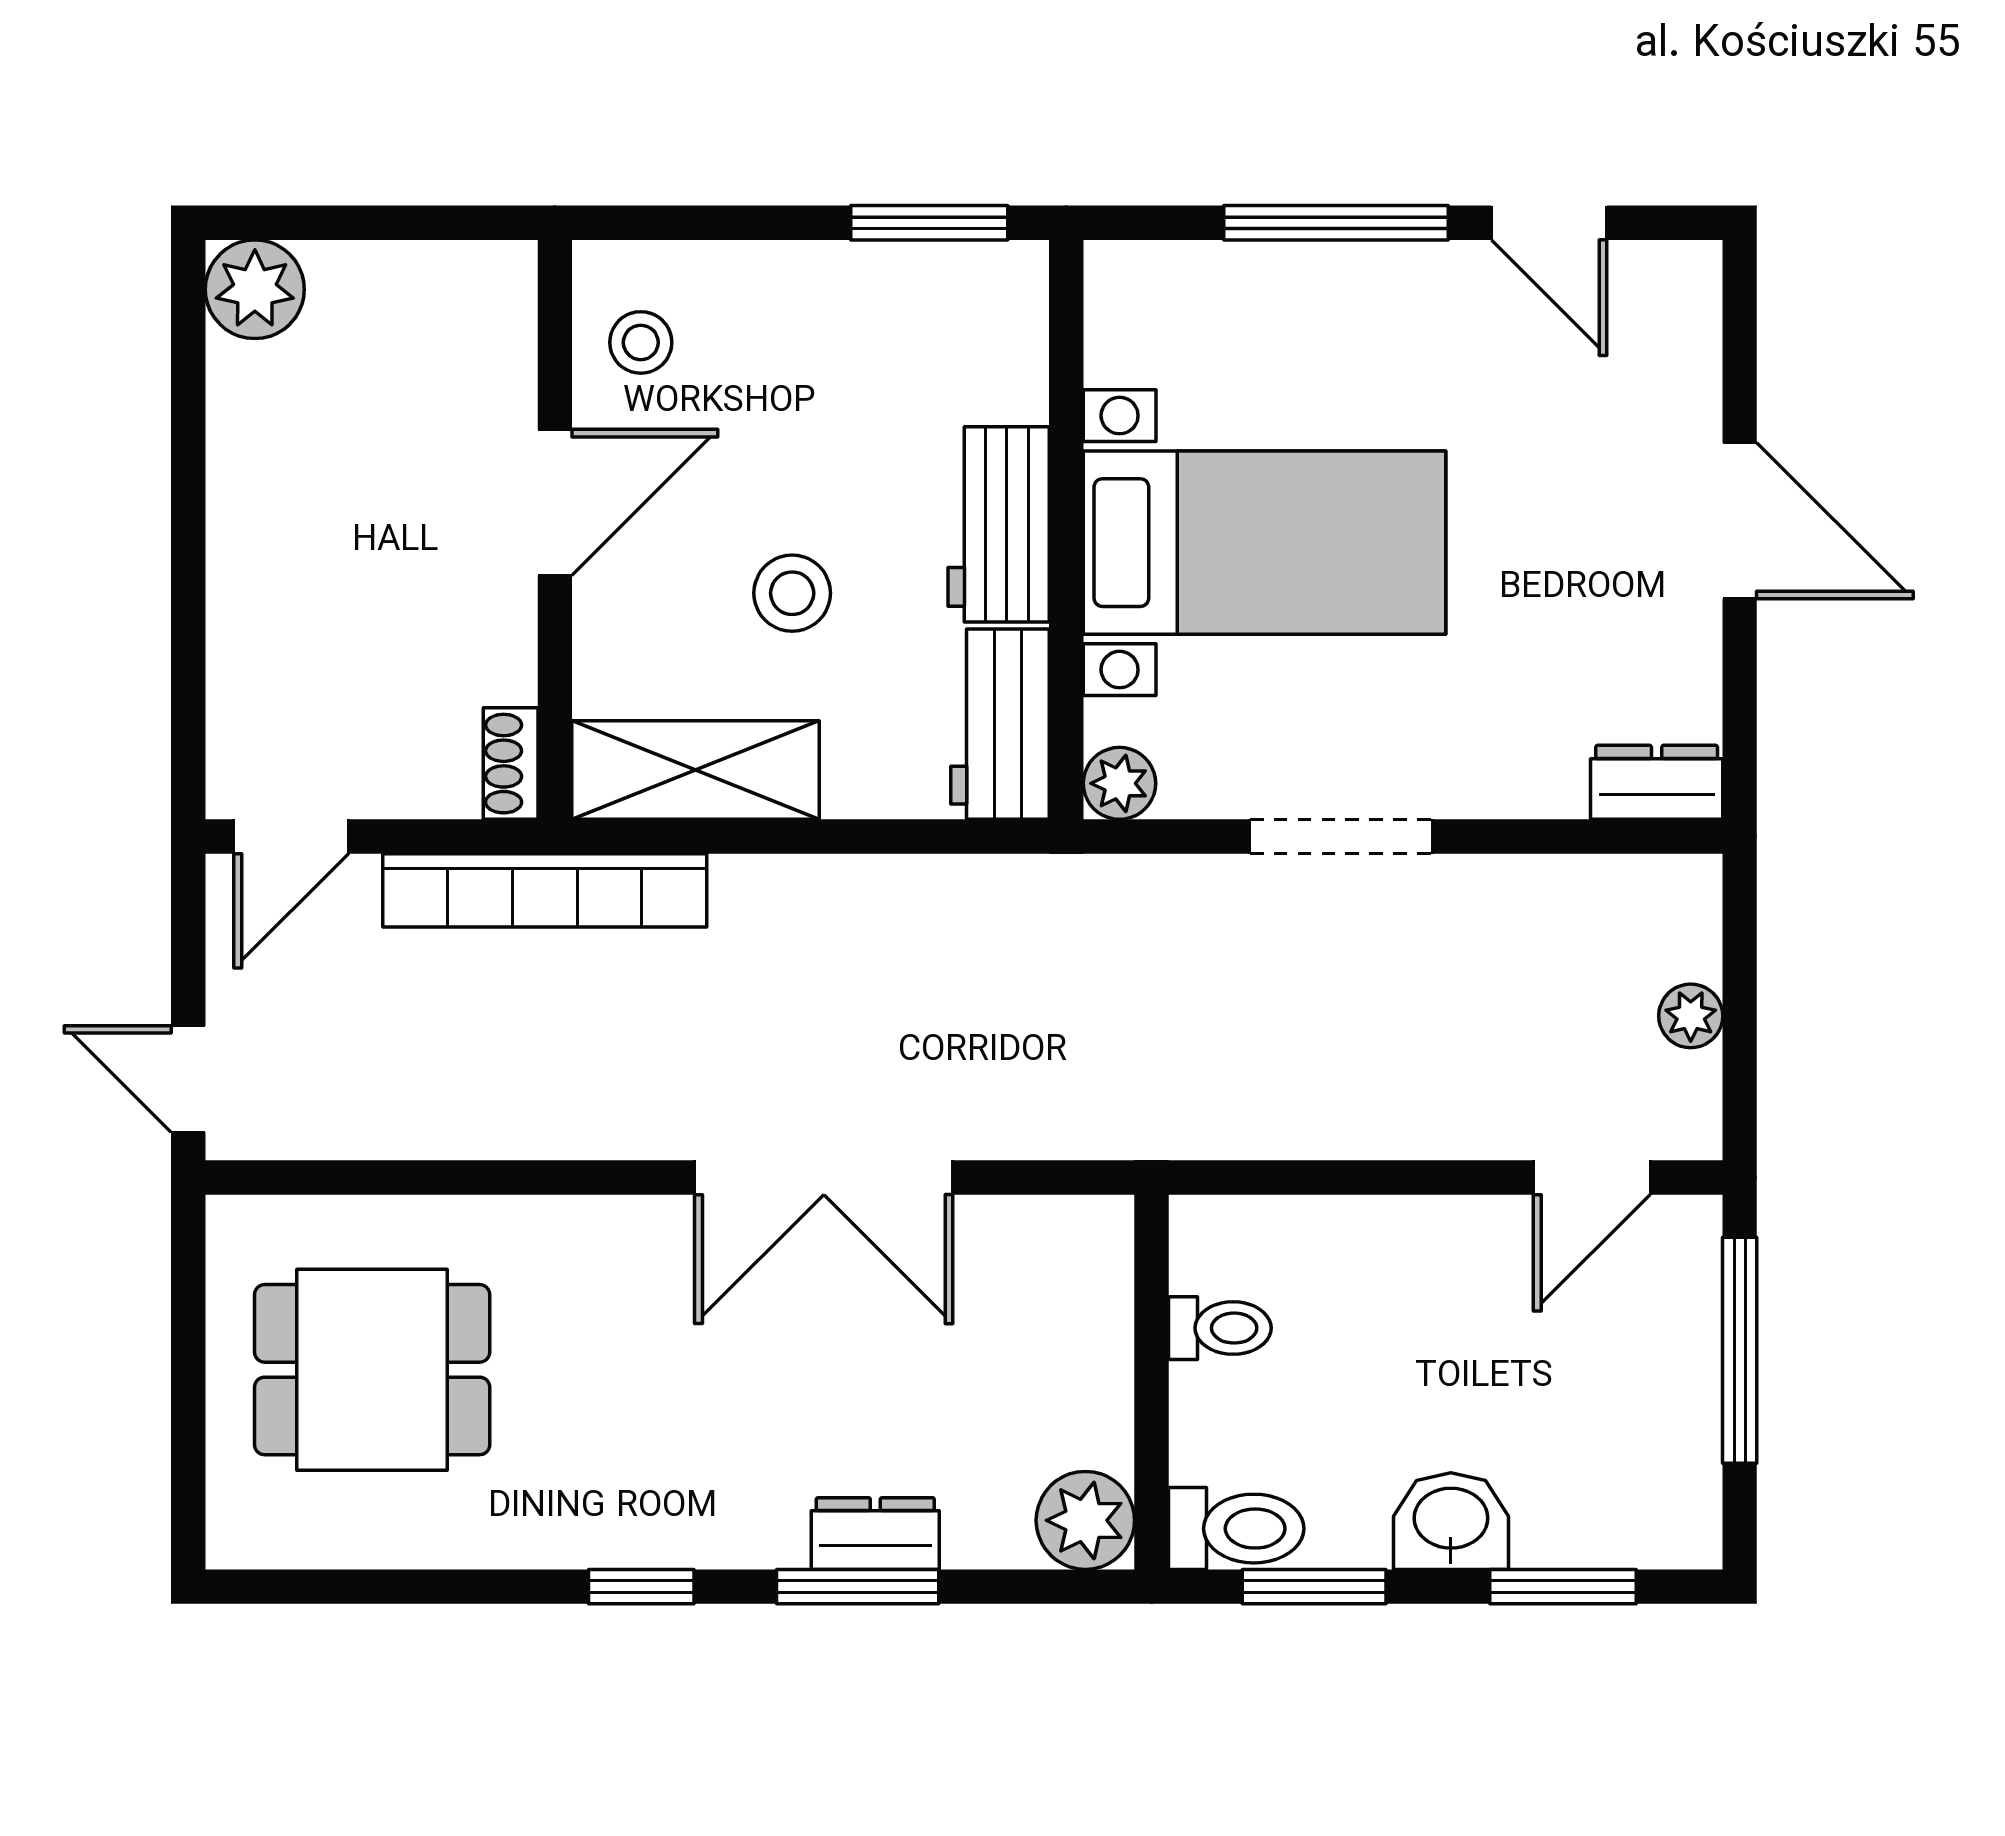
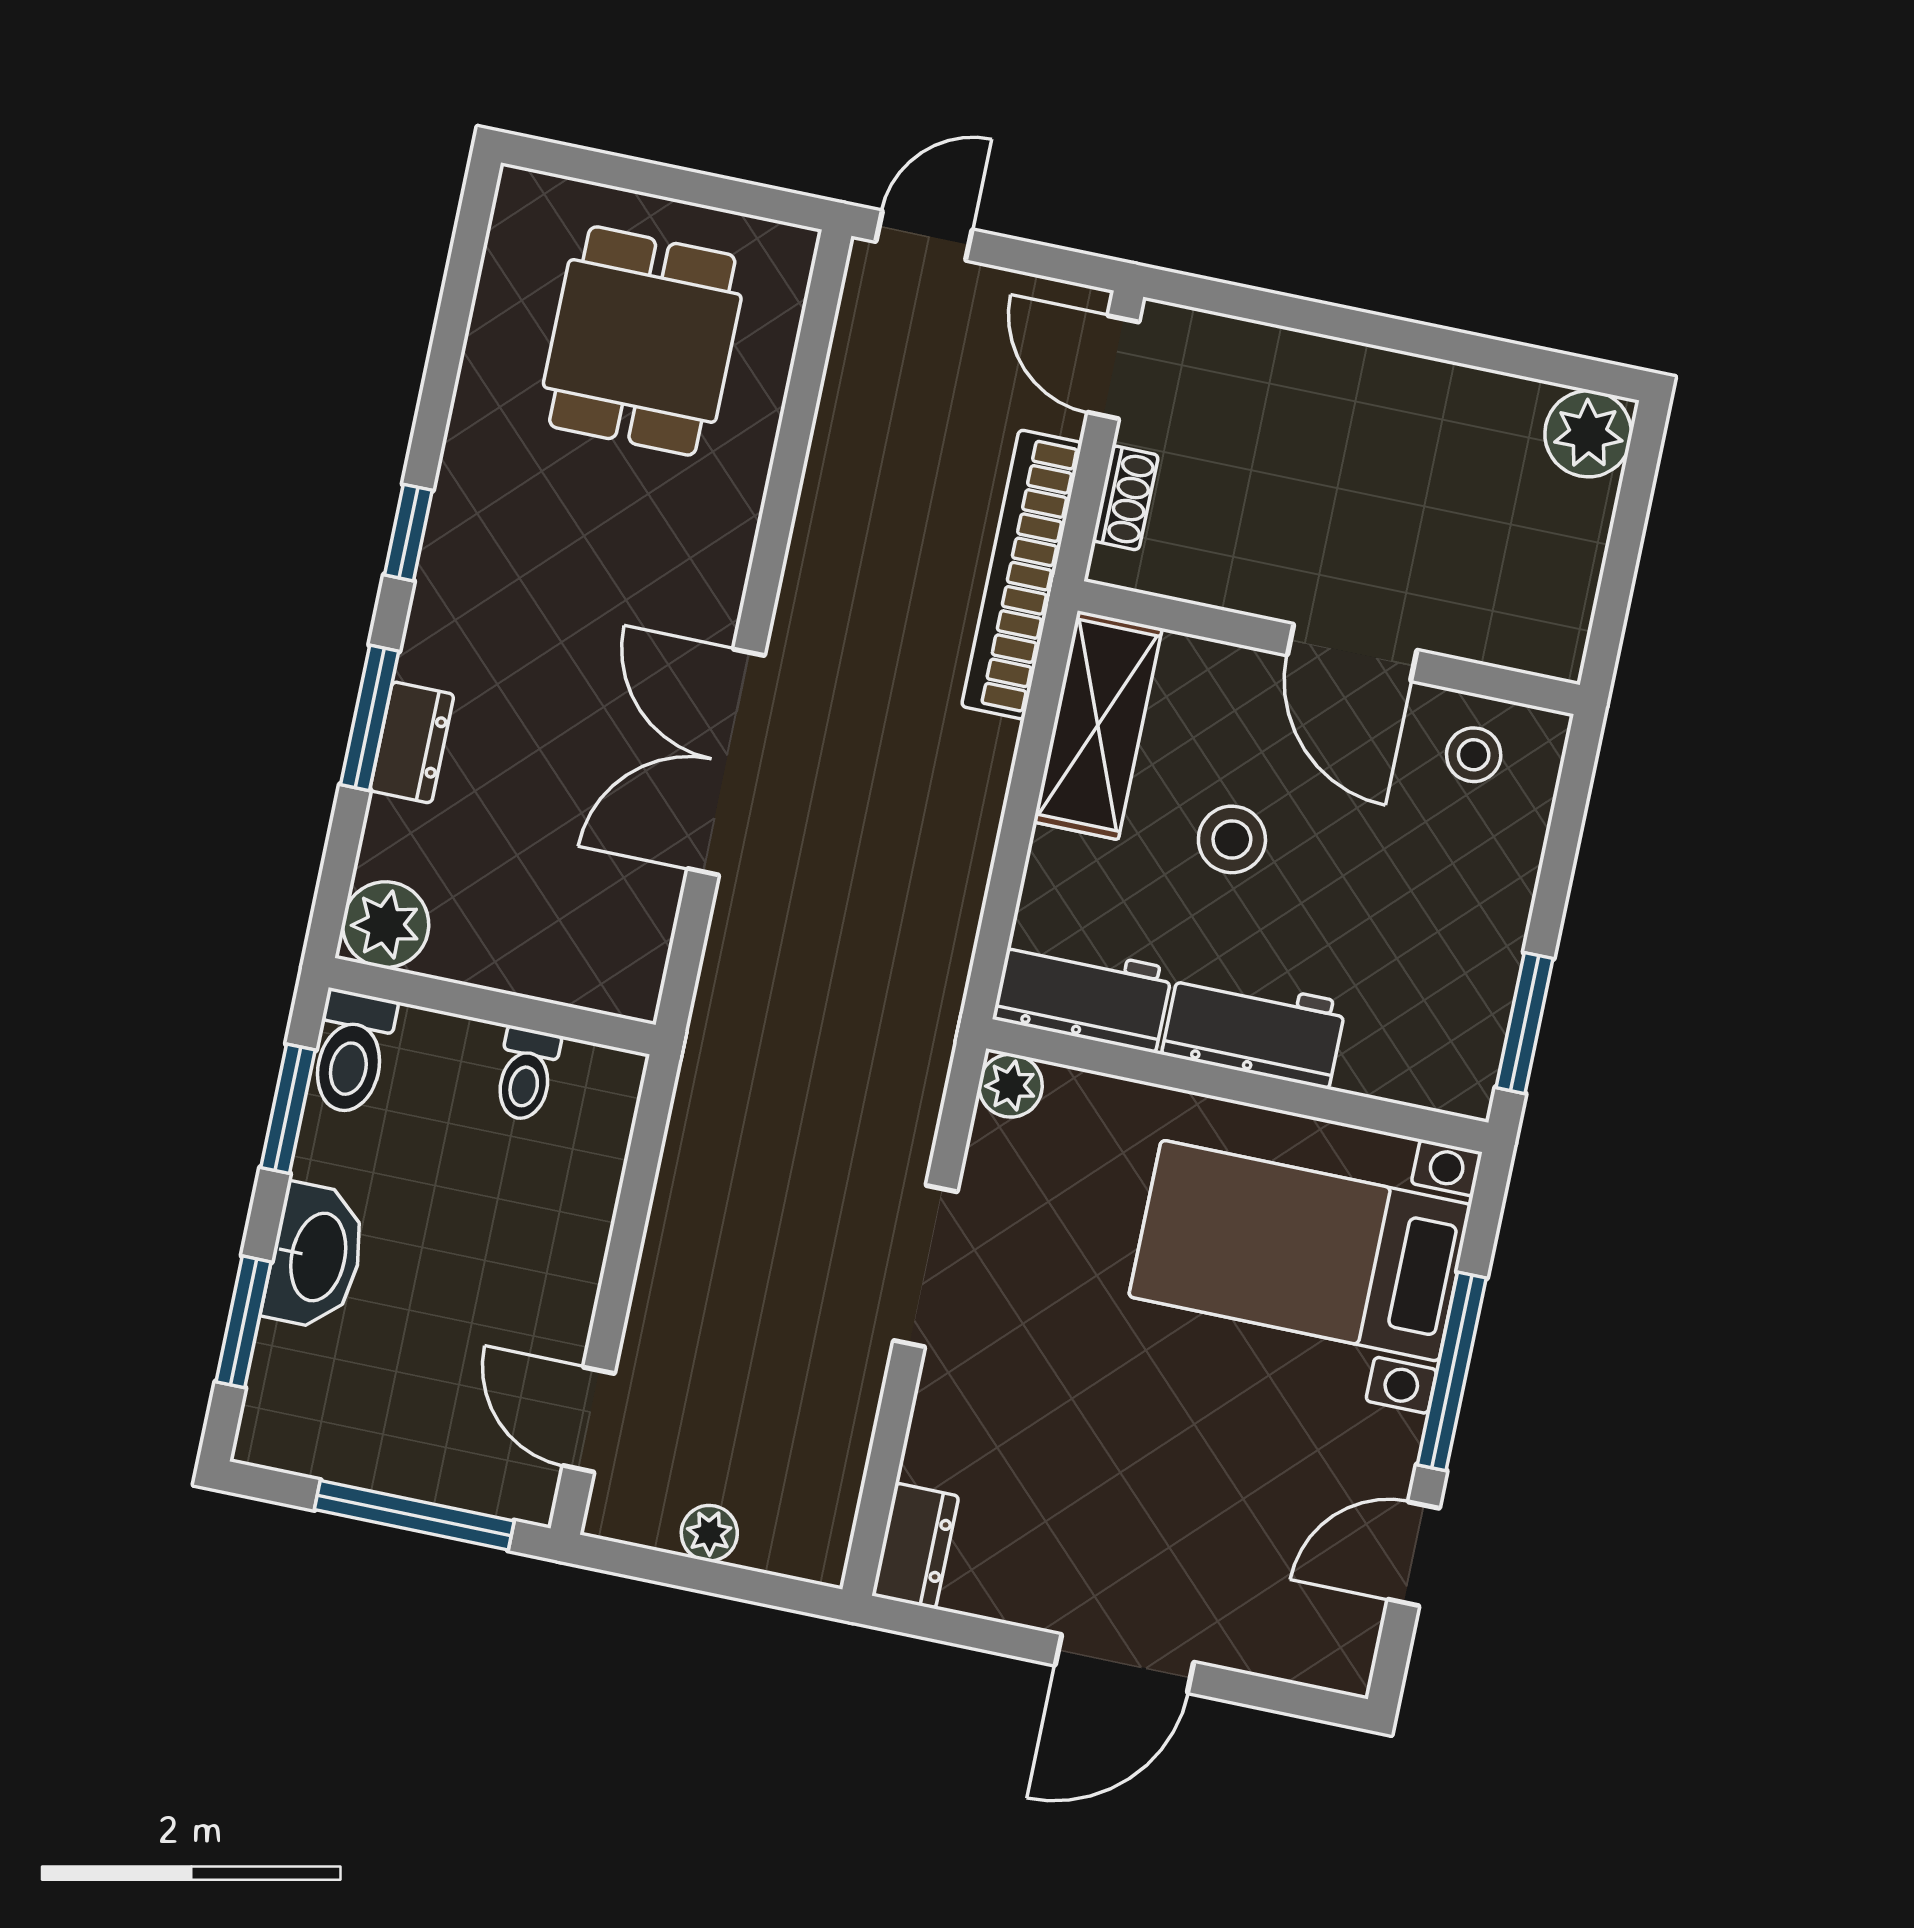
bed with nightstands: (1264, 543) -> (1300, 1251), moved, turned 90
shoe rack: (511, 764) -> (1125, 498), moved, turned 90
washbasin: (1451, 1521) -> (316, 1256), width x1.38

